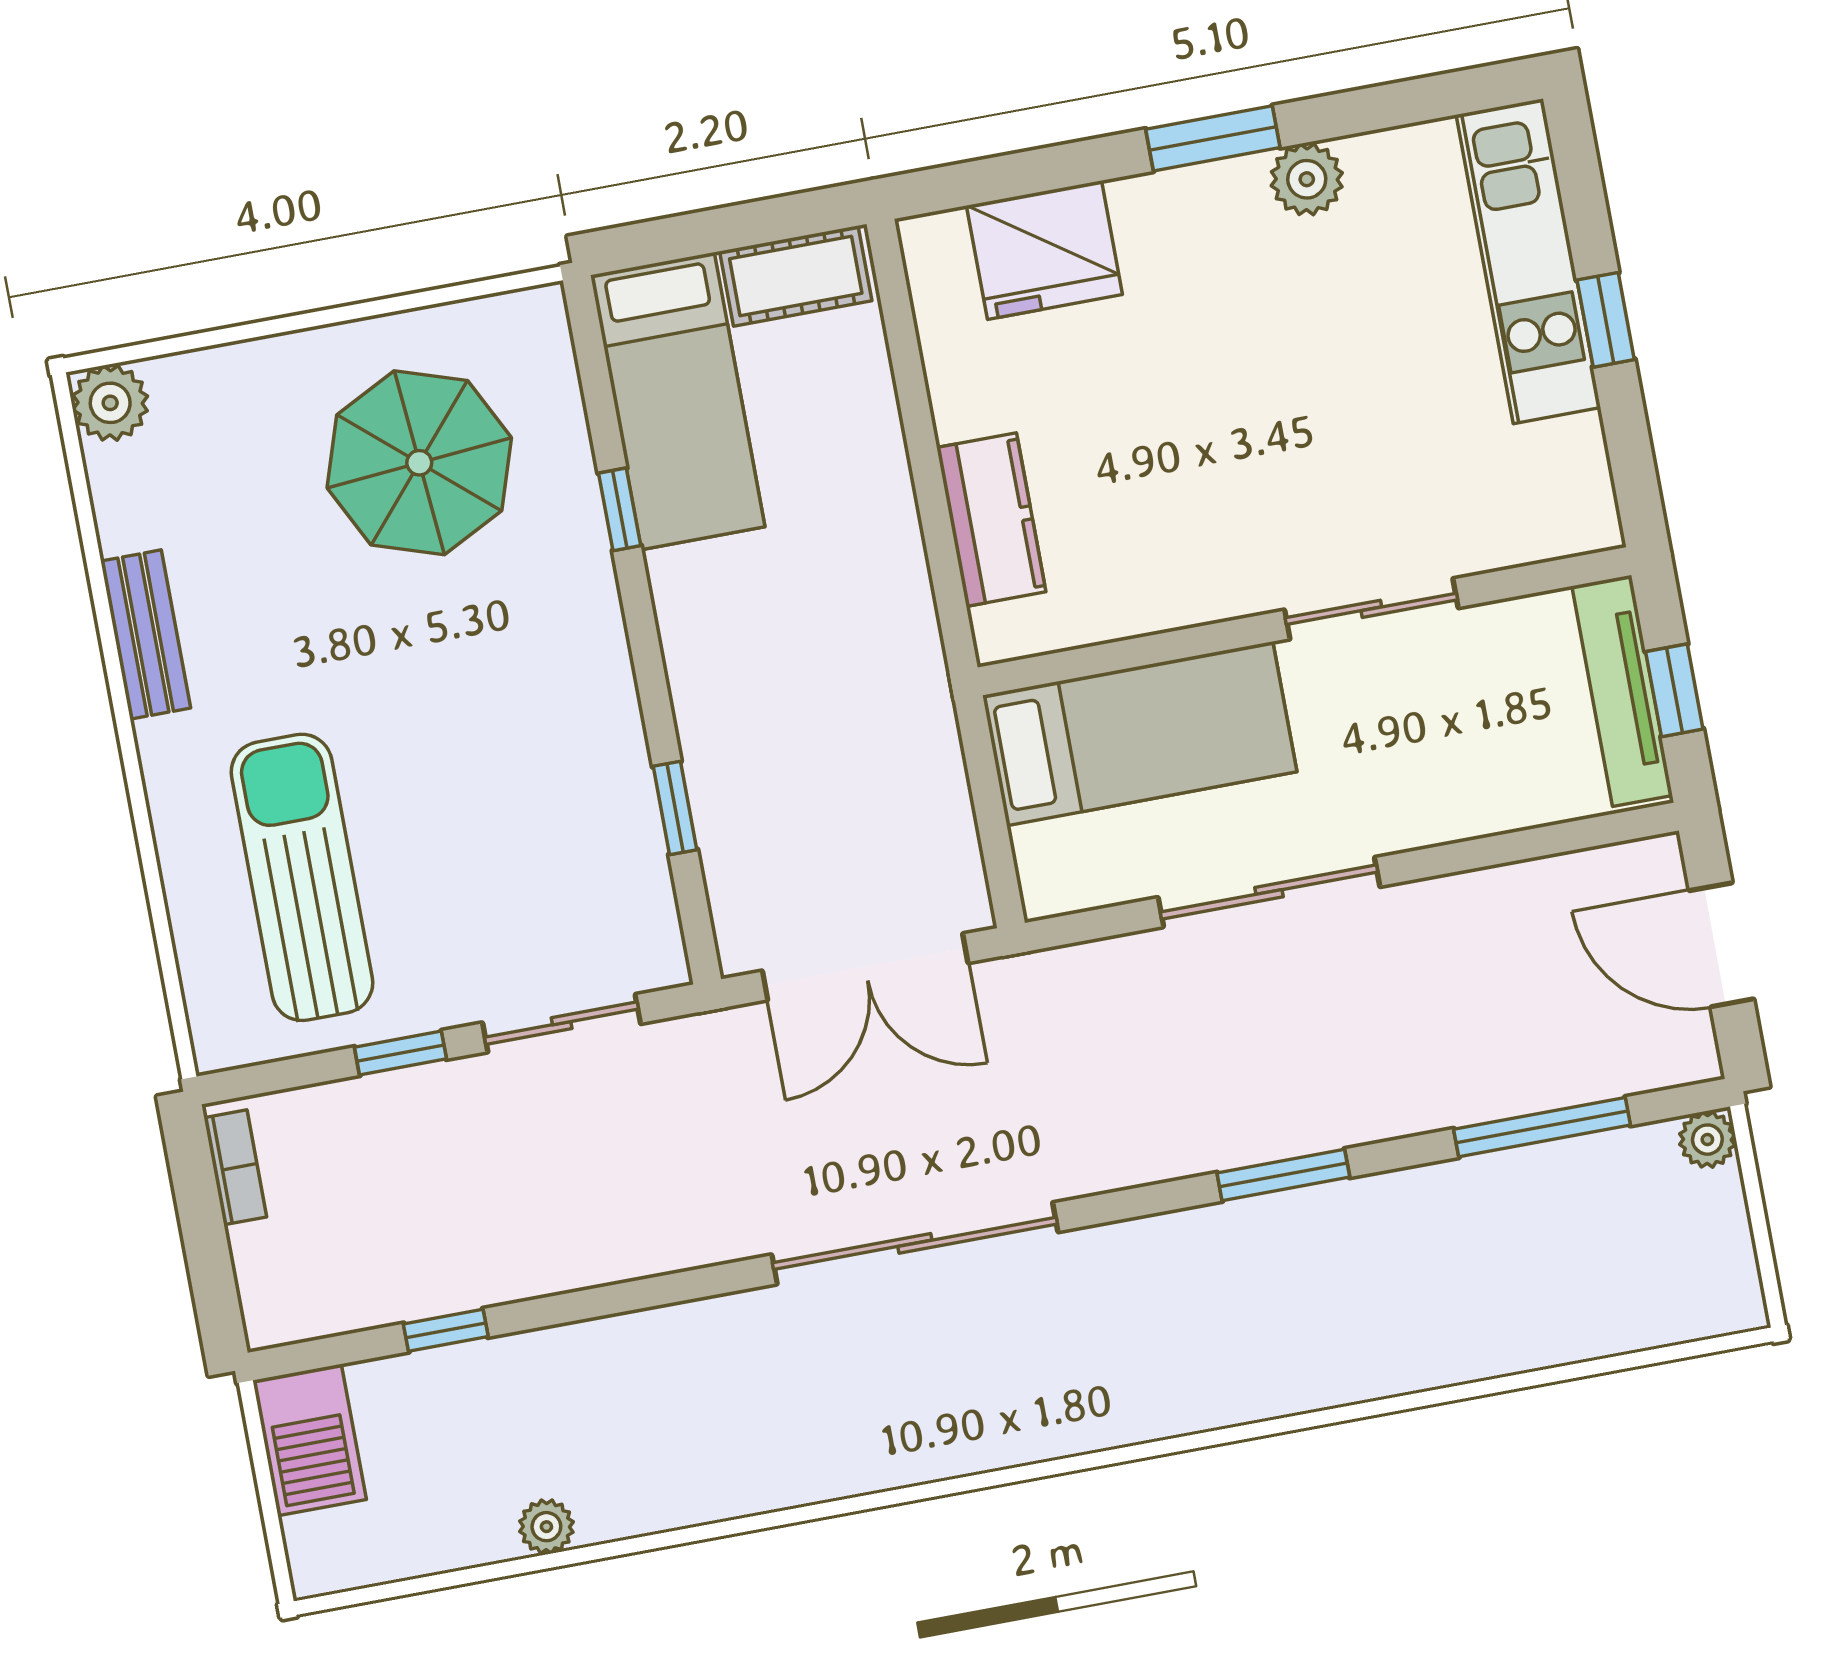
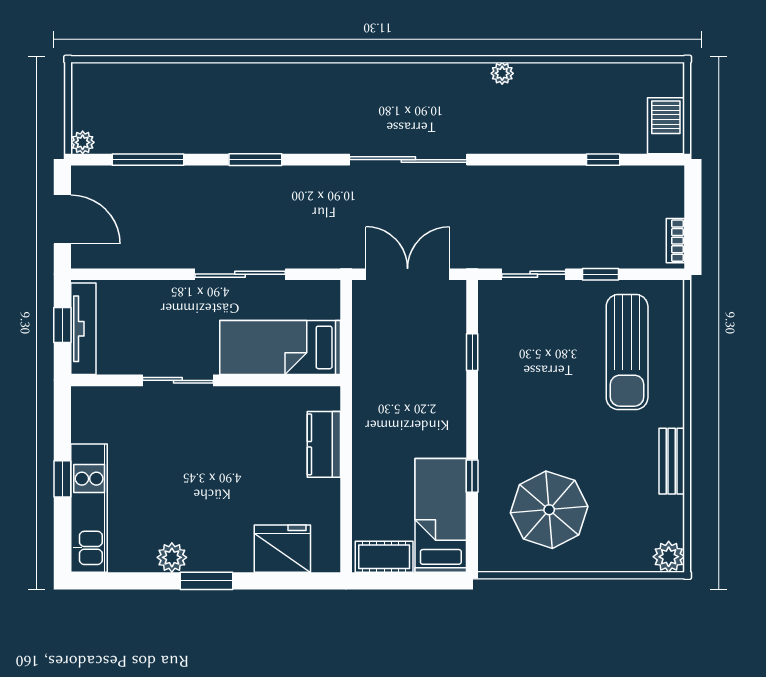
plant: (546, 1527) -> (502, 73), moved

